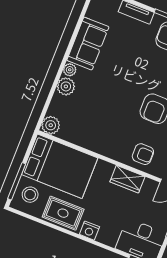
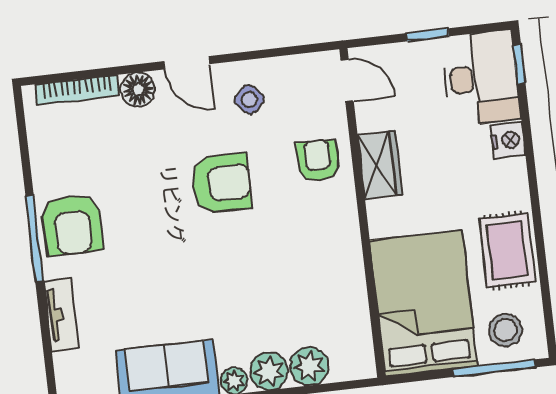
plant: (51, 125) -> (309, 366), moved
nightstand: (89, 231) -> (508, 140), moved

